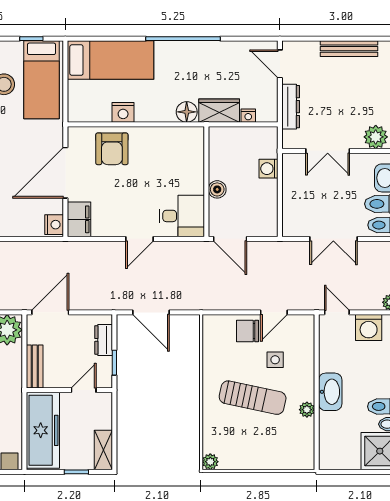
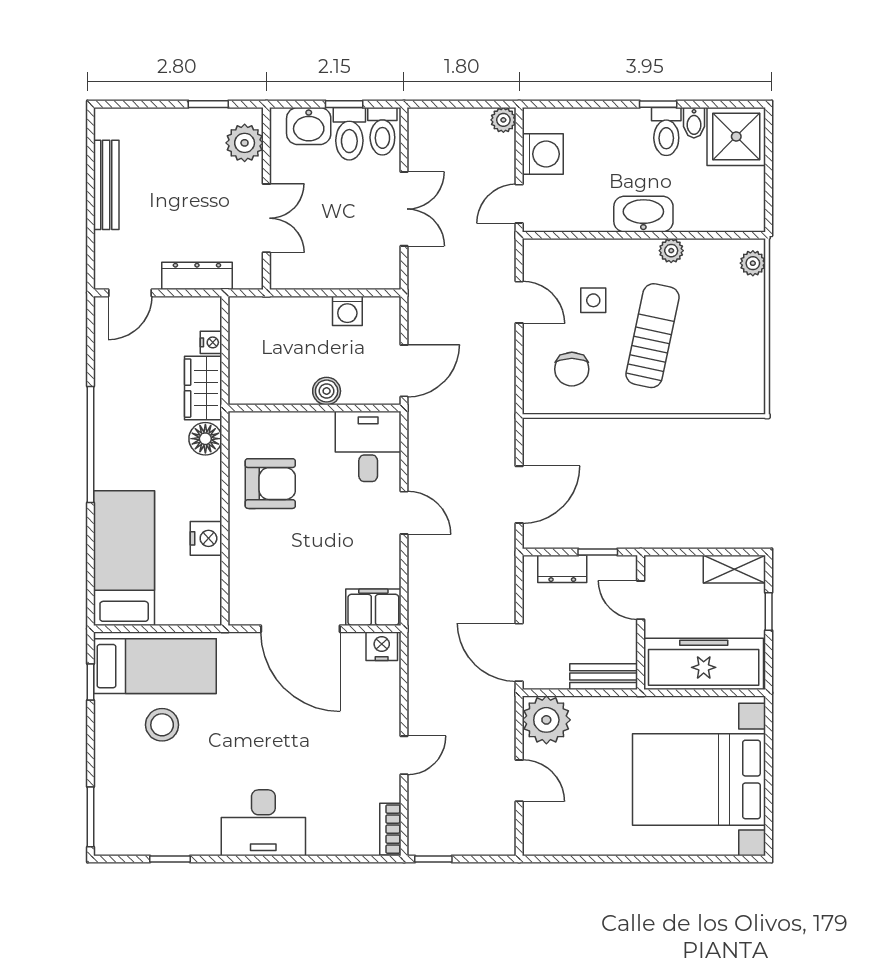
armchair: (112, 149) -> (270, 484), moved
washing machine: (268, 169) -> (347, 311), moved
chair: (247, 331) -> (572, 369), moved
plant: (210, 462) -> (753, 263), moved

